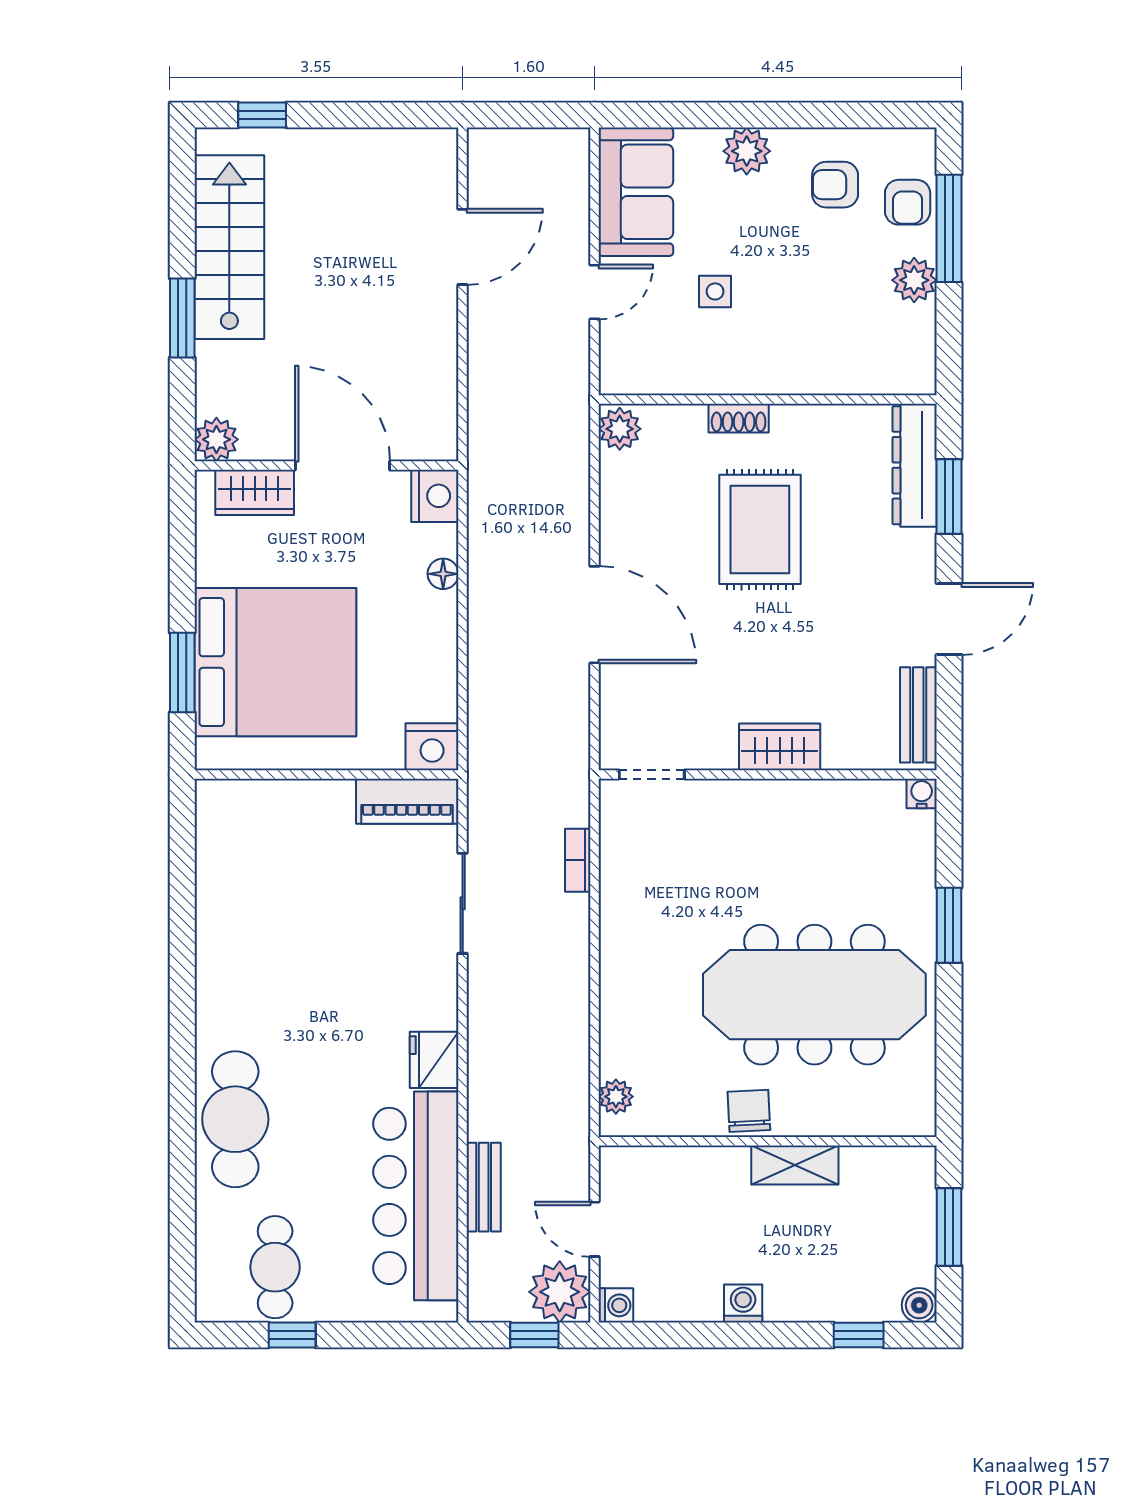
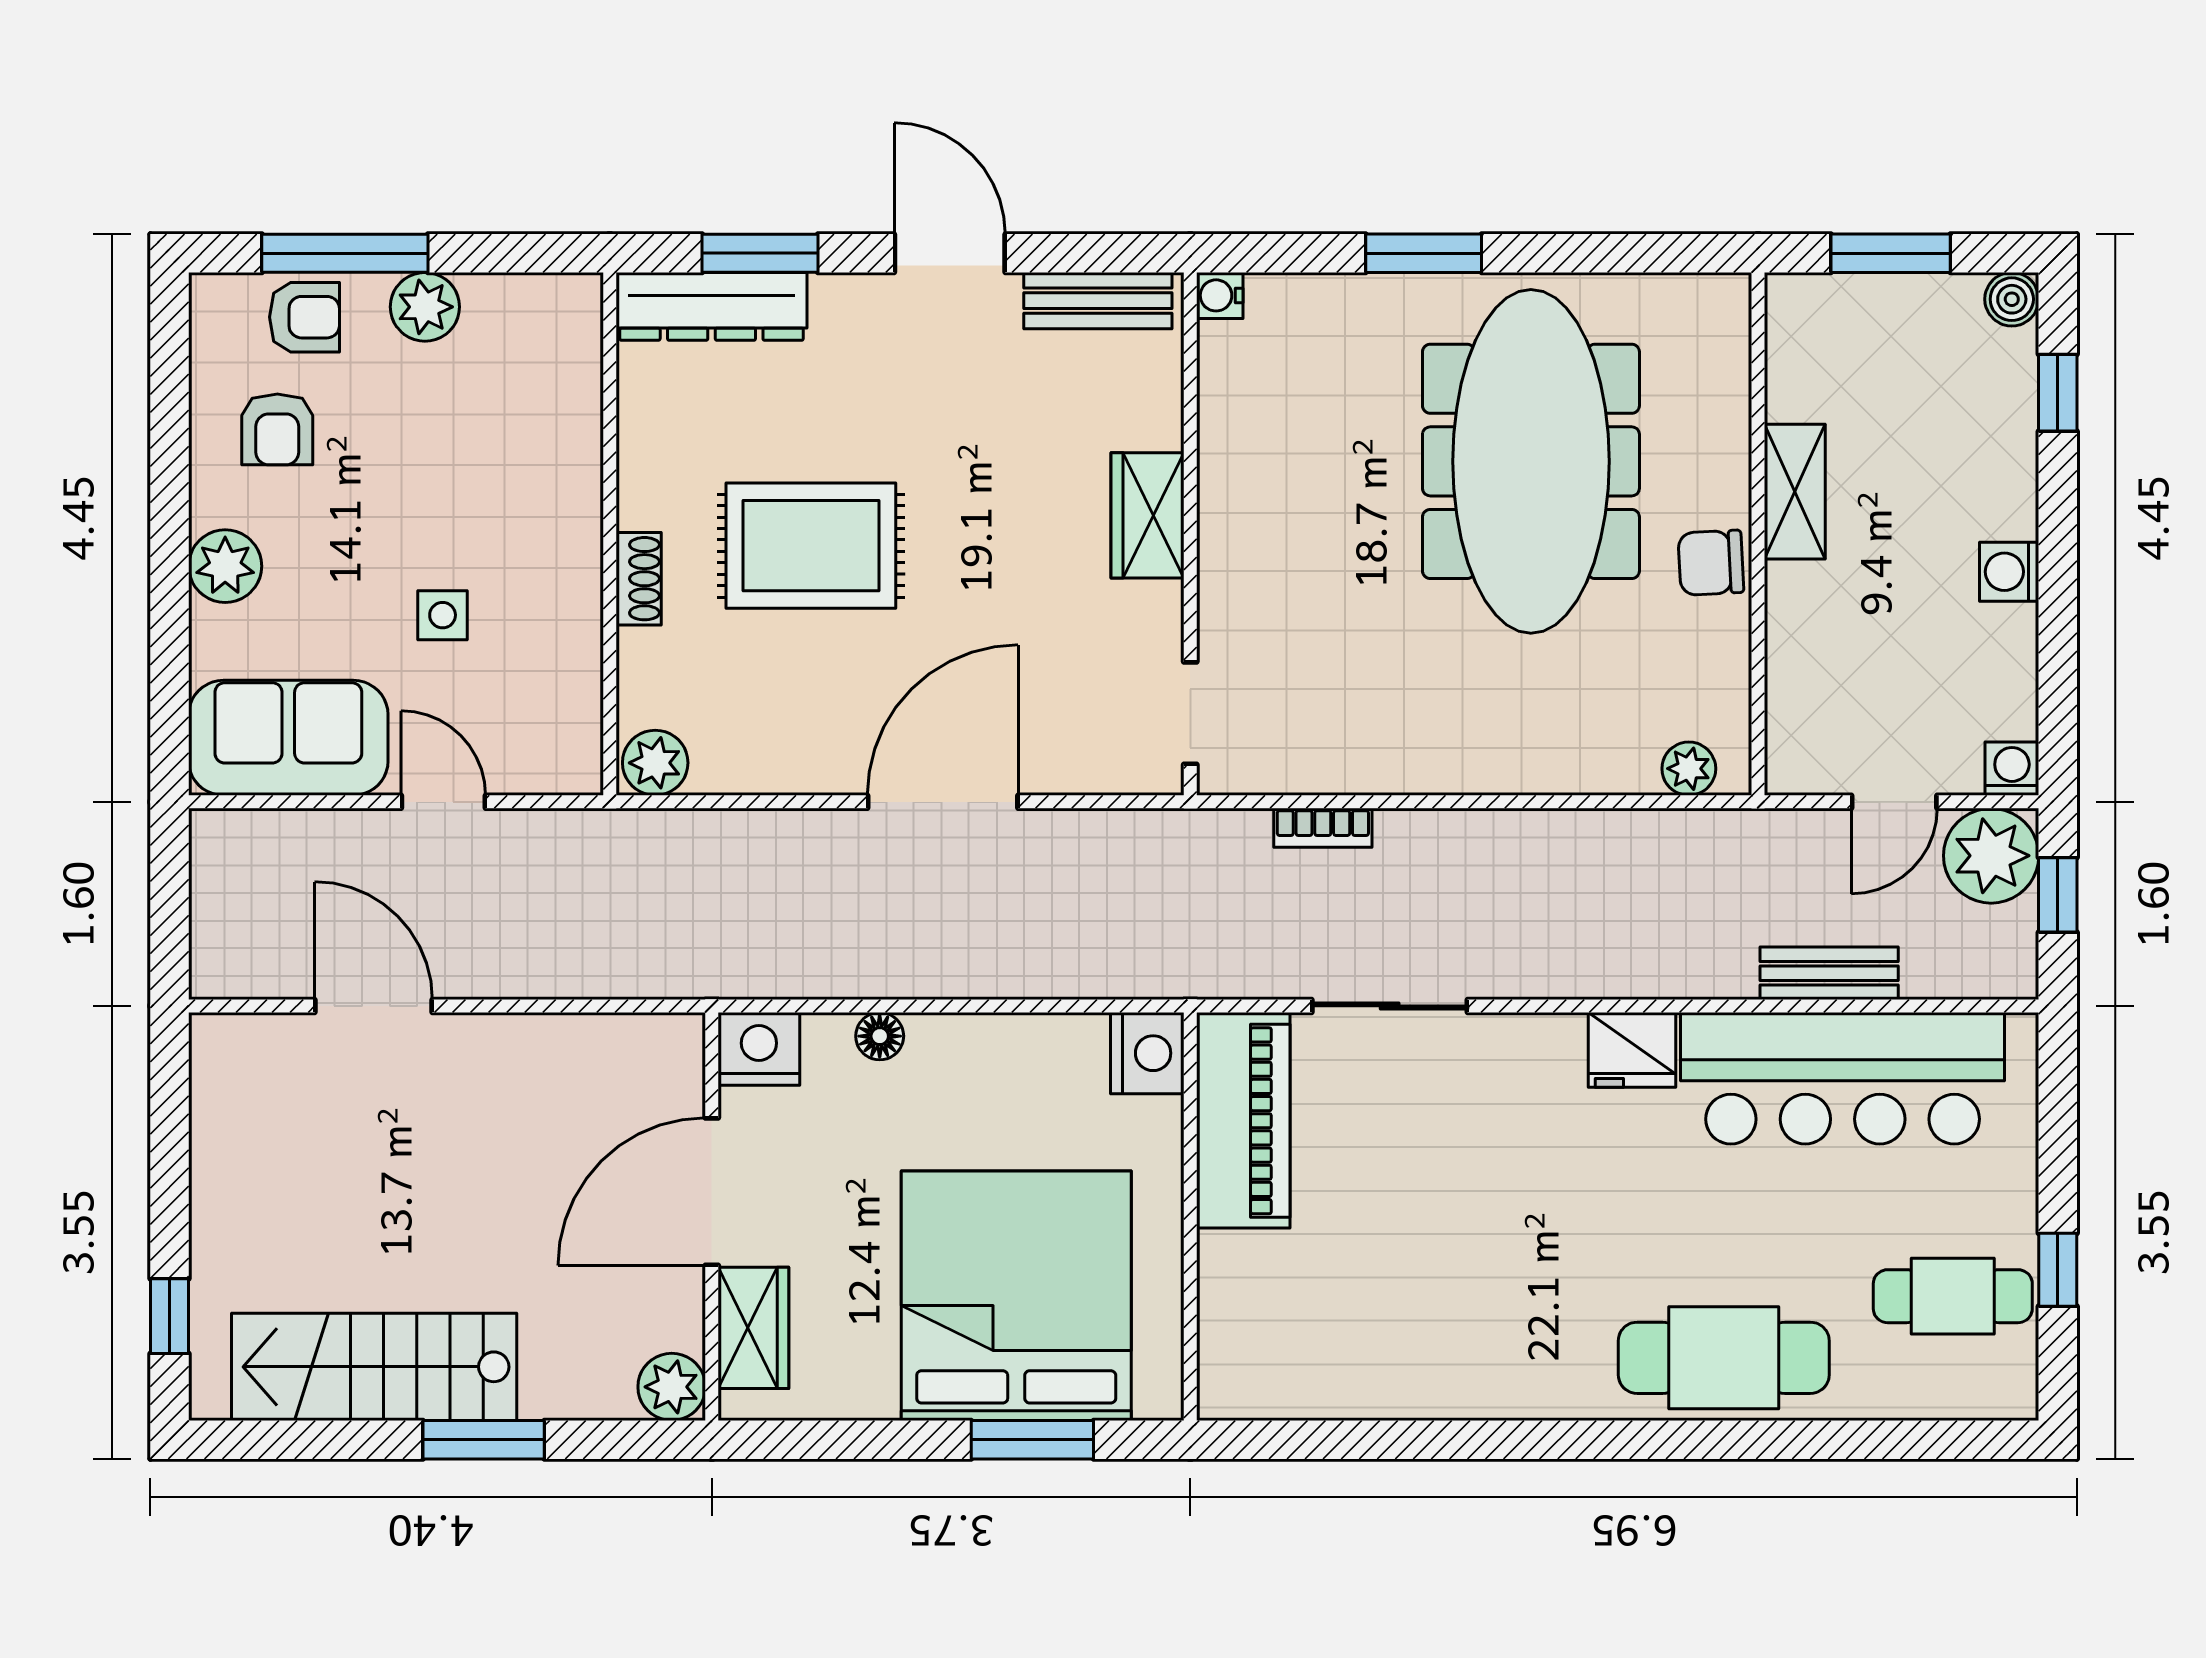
piano: (407, 801) -> (1243, 1121), width x1.37, depth x1.33

